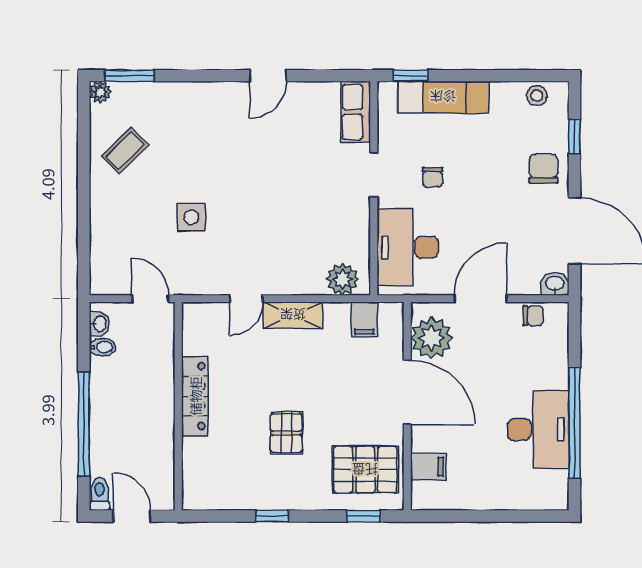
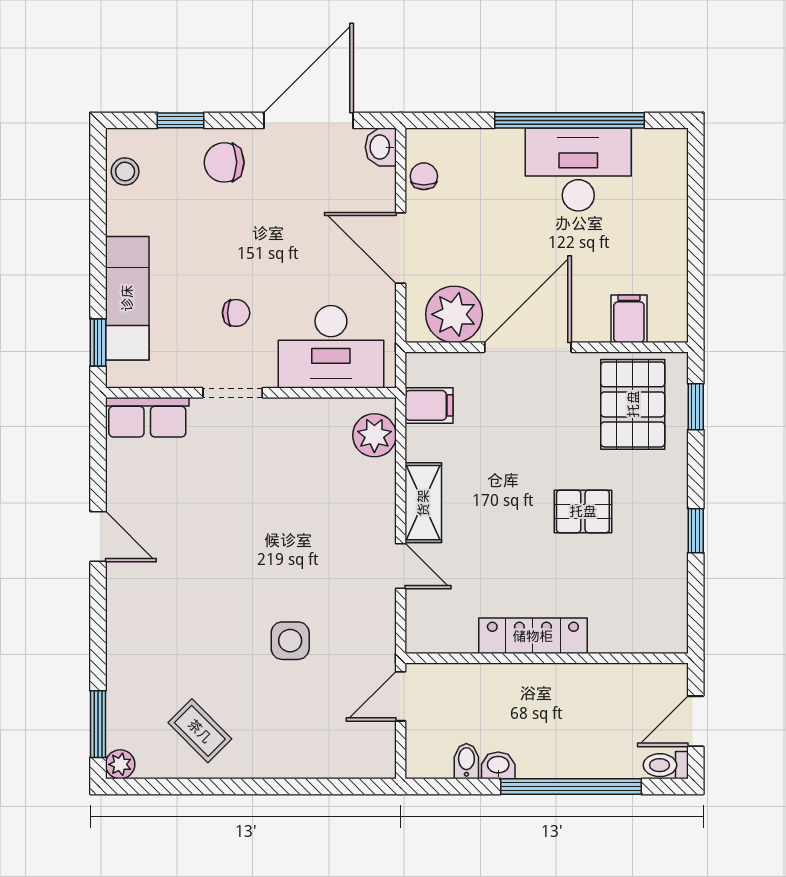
washbasin: (99, 324) -> (498, 765), moved

